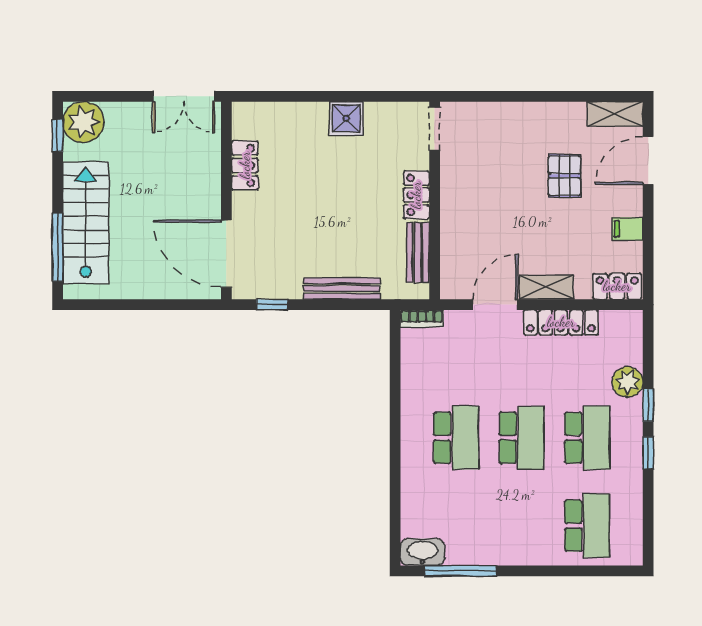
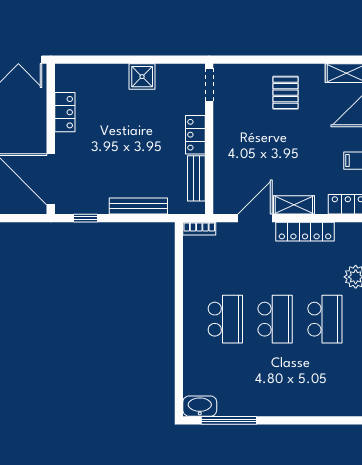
pallet: (564, 176) -> (286, 93), moved
school desk: (587, 526) -> (325, 386), removed

